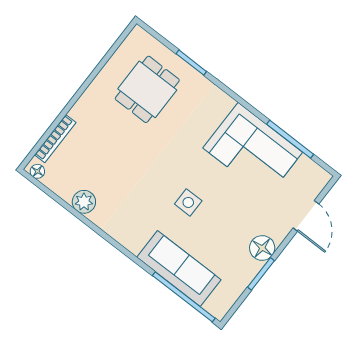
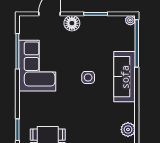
floor lamp: (262, 248) -> (72, 23), moved
sofa: (179, 269) -> (125, 77), moved
plant: (219, 311) -> (130, 20), added

